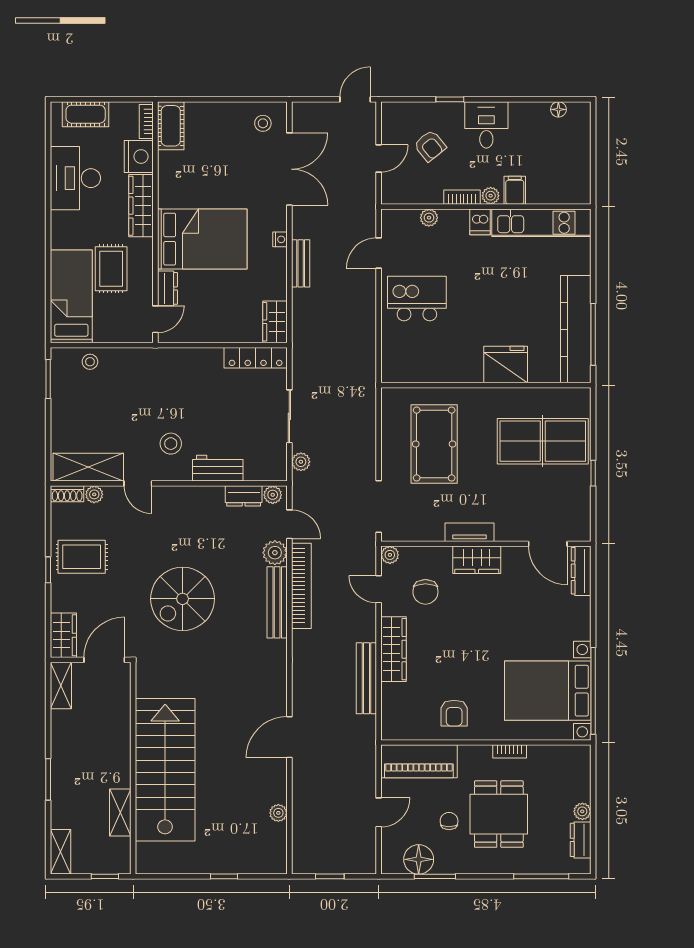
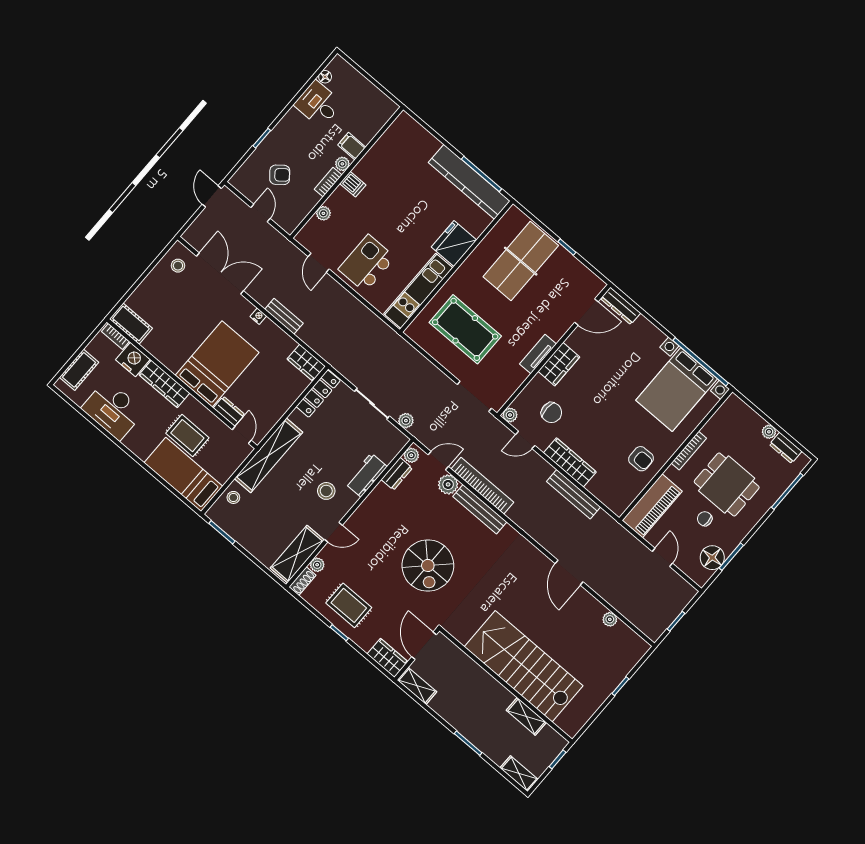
desk: (486, 125) -> (318, 104), moved
kitchen unit: (541, 223) -> (418, 291), moved, turned 180
shelving: (158, 361) -> (268, 455), added
rug: (82, 557) -> (349, 605), turned 90
bookcase: (510, 751) -> (689, 451), width x1.56

